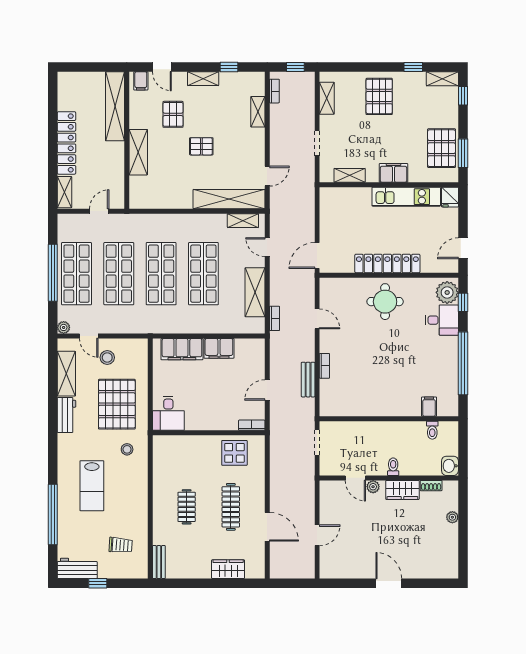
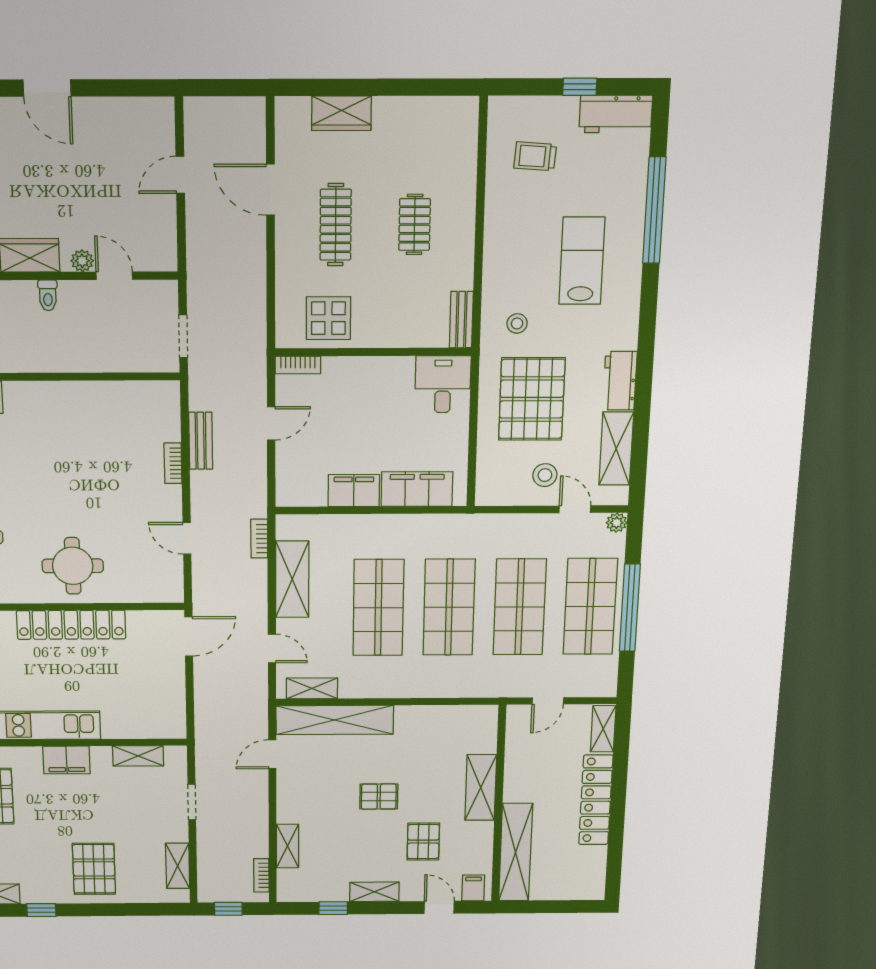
bench: (159, 562) -> (461, 320), moved

